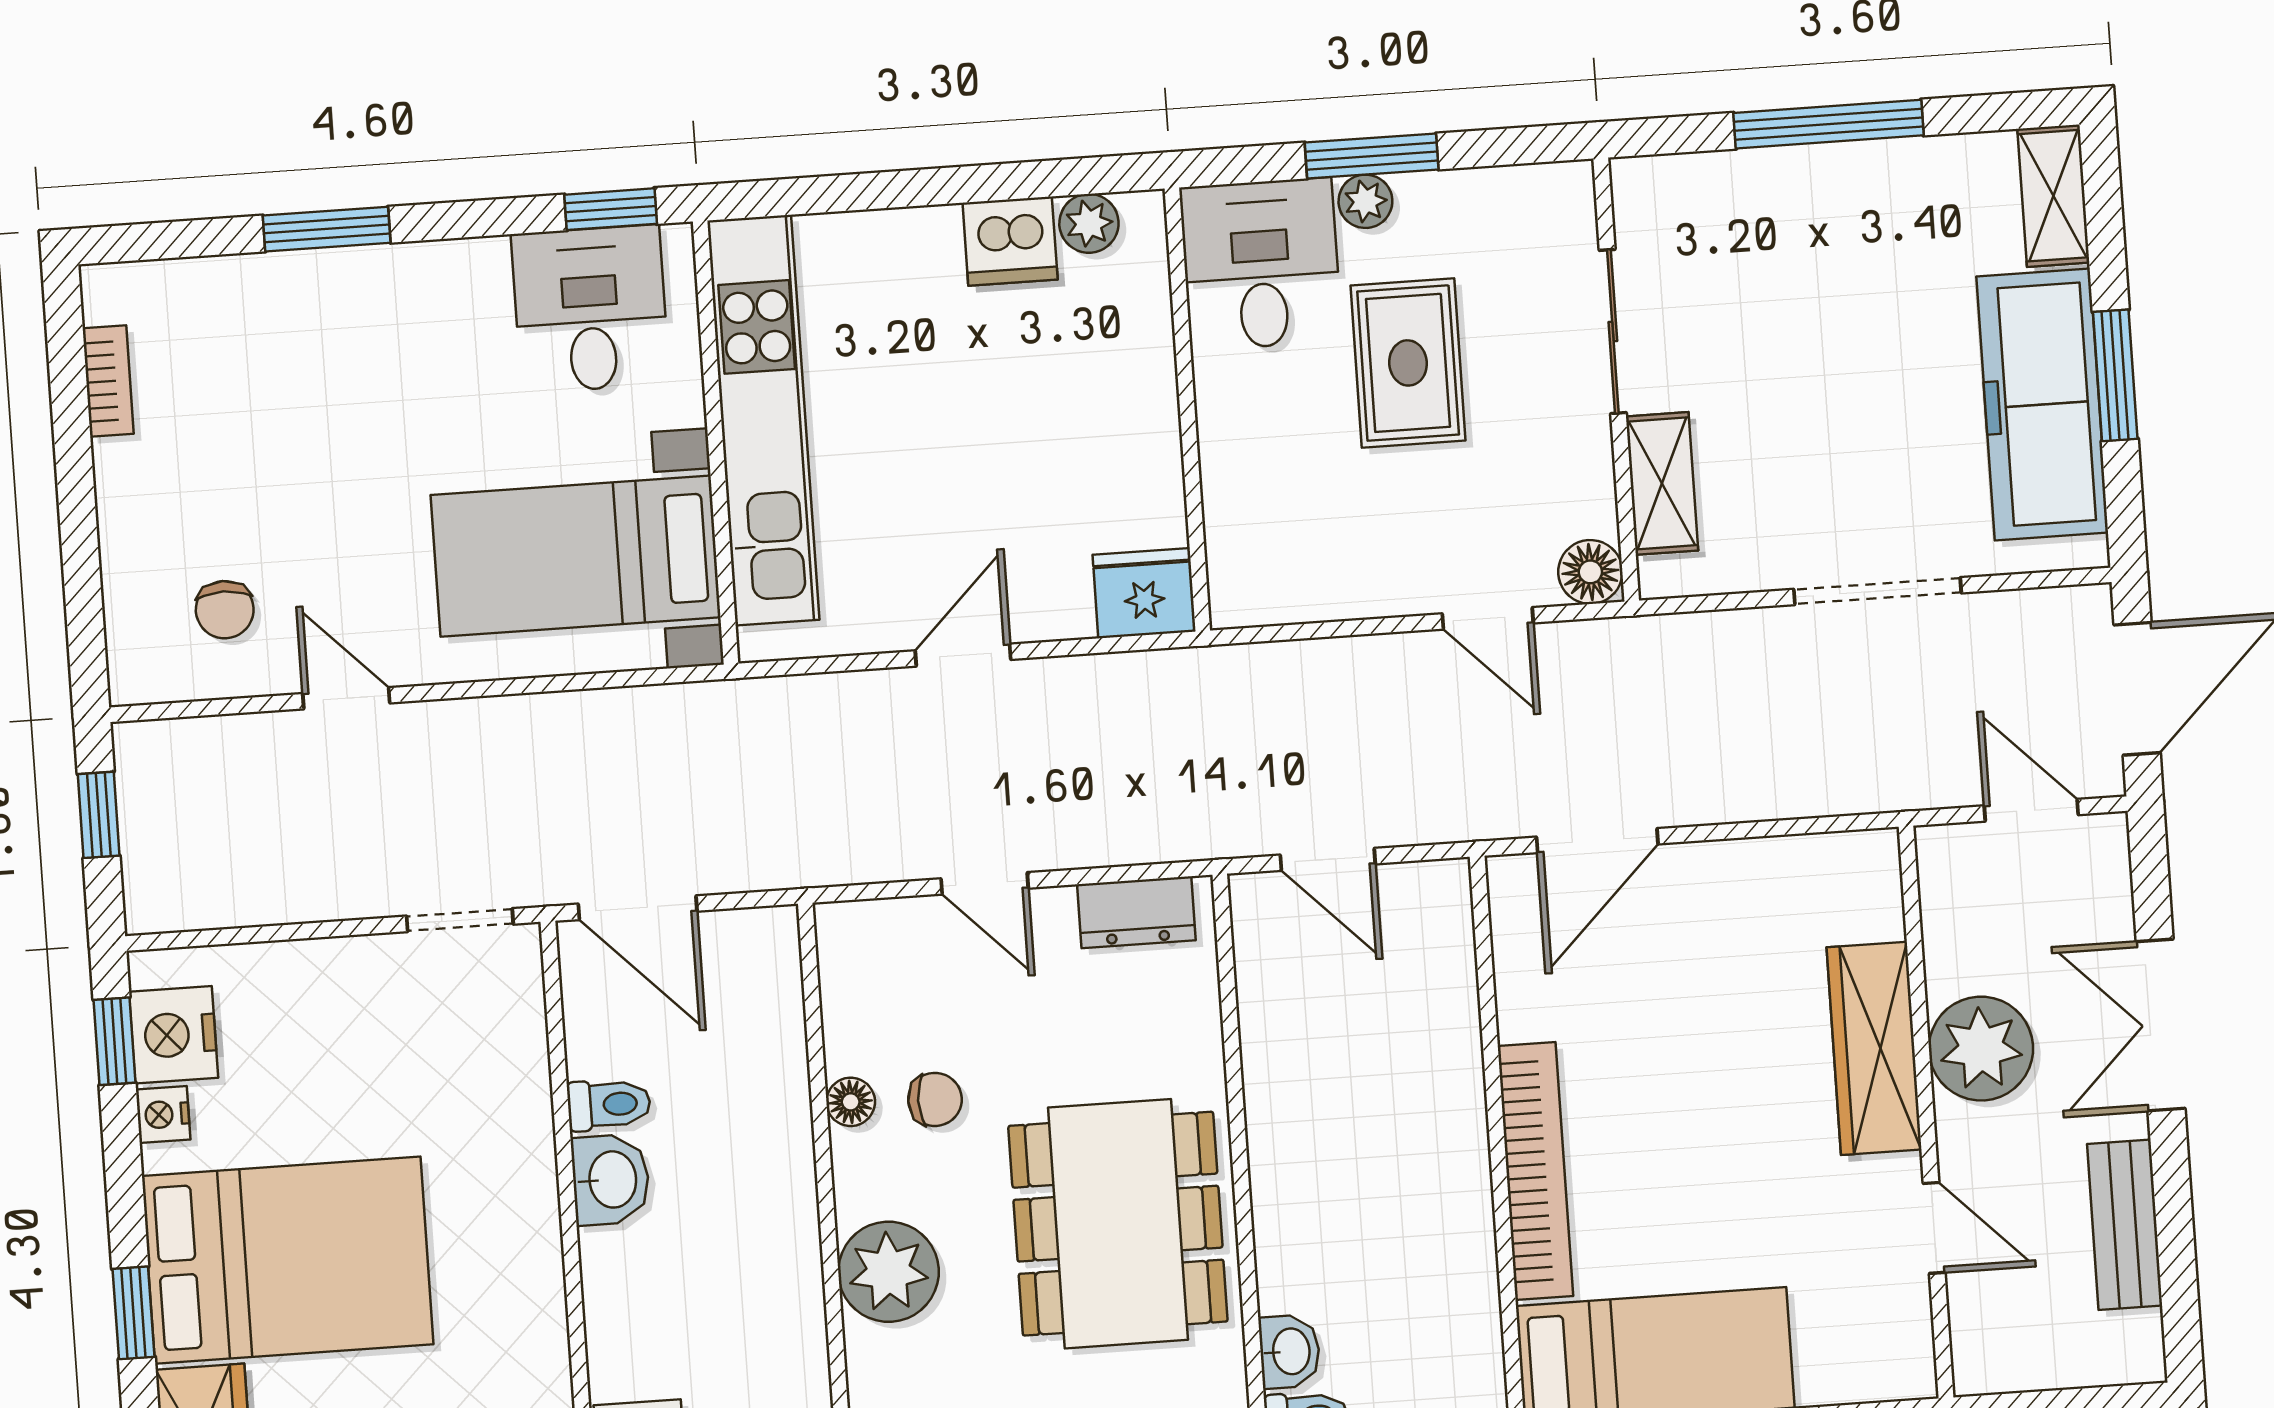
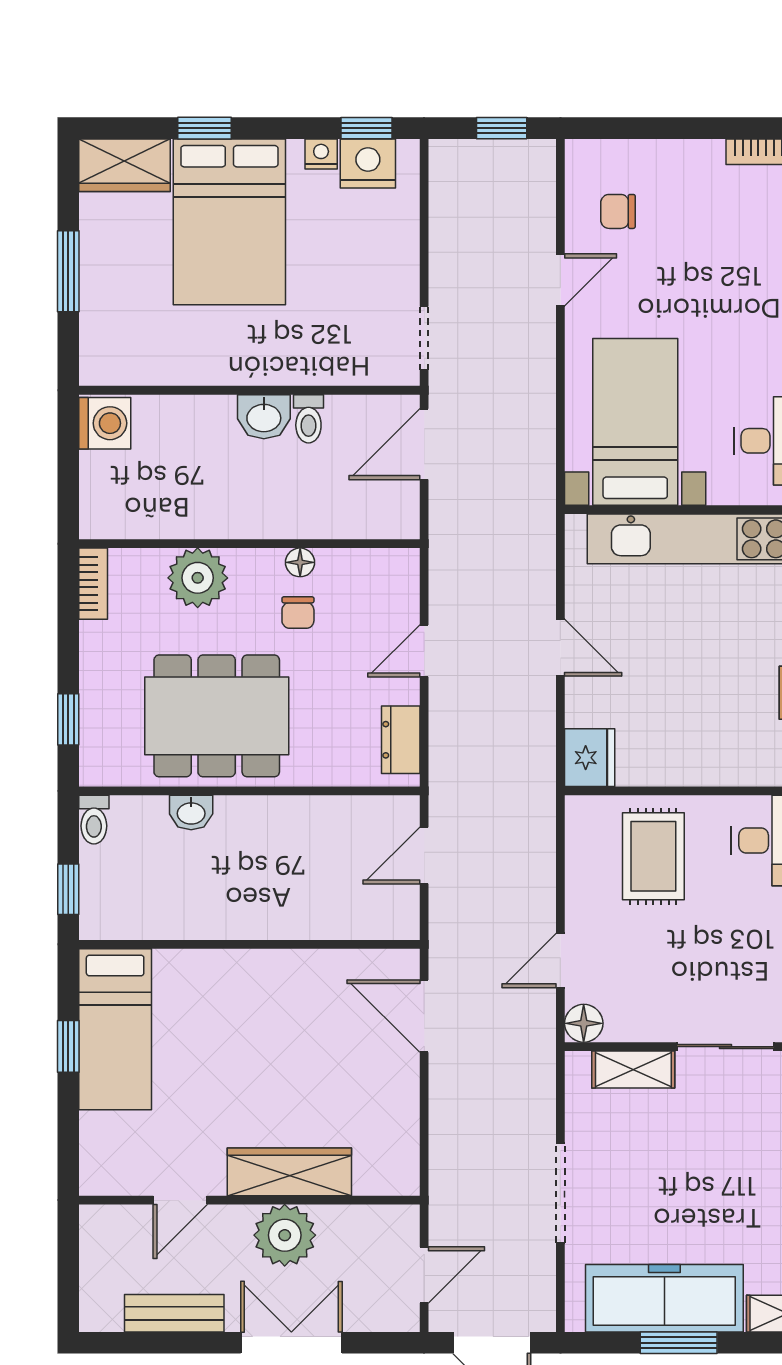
rug: (1408, 363) -> (653, 856), moved, turned 90
bookcase: (1535, 1171) -> (231, 966), removed
washbasin: (1290, 1351) -> (191, 812), moved

